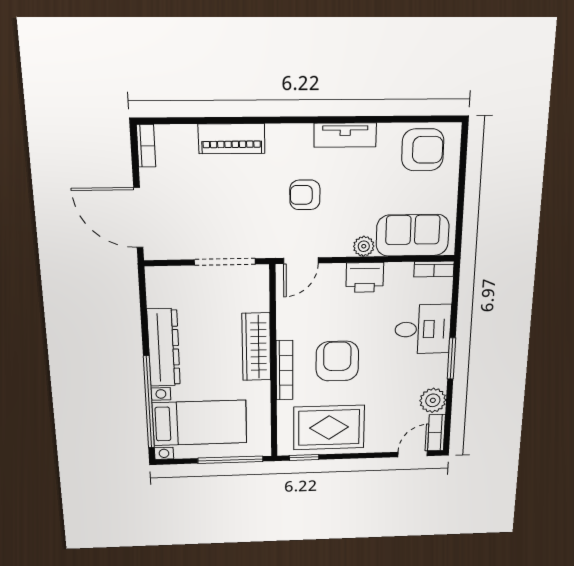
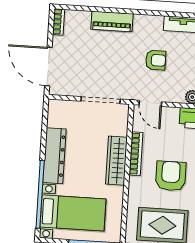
armchair: (305, 195) -> (156, 60), turned 180
door: (301, 261) -> (150, 103), hinge flipped
bookcase: (285, 370) -> (136, 154), moved

